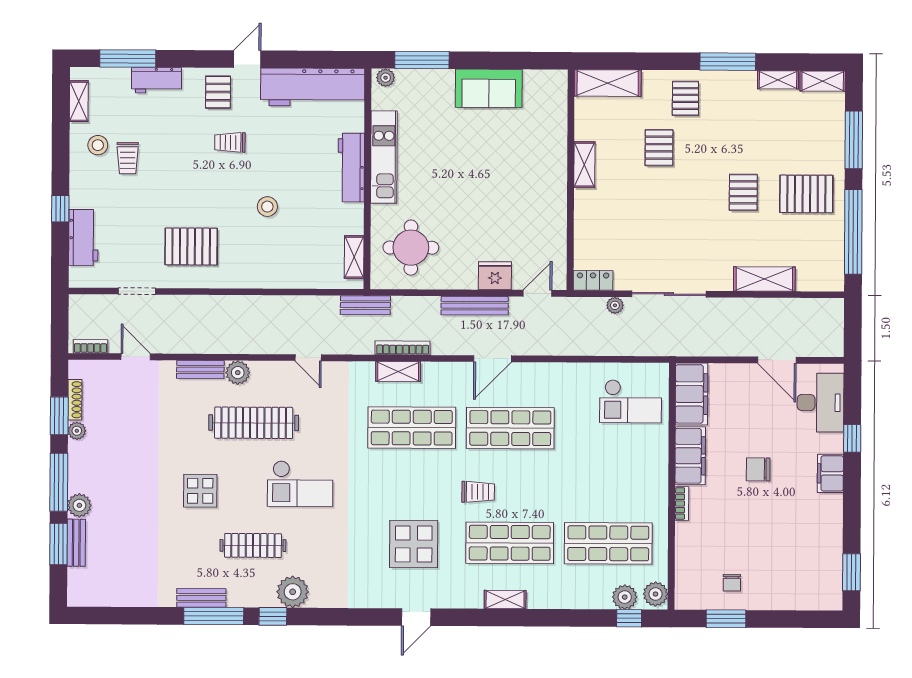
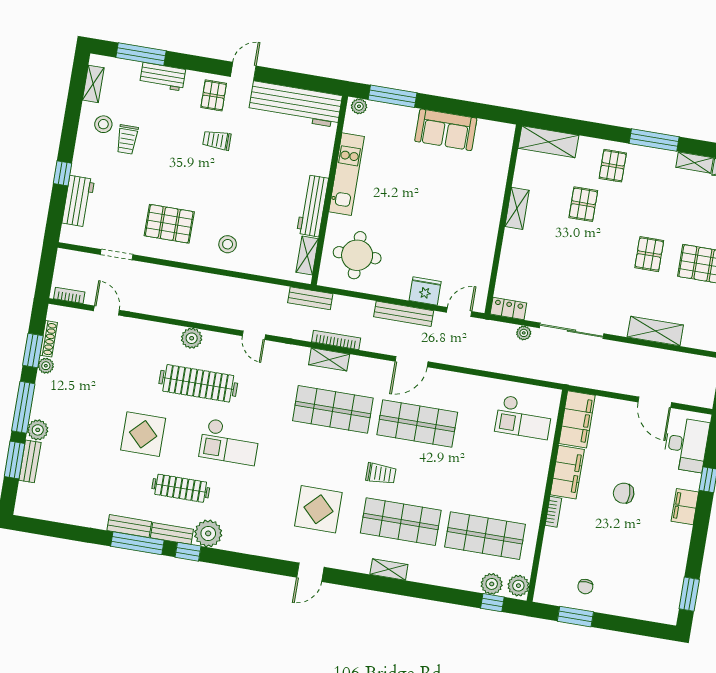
workbench: (351, 168) -> (313, 206), moved
stool: (267, 207) -> (228, 244), moved
bench: (200, 369) -> (172, 533), moved
display table: (200, 491) -> (143, 434), width x1.36, depth x1.36

